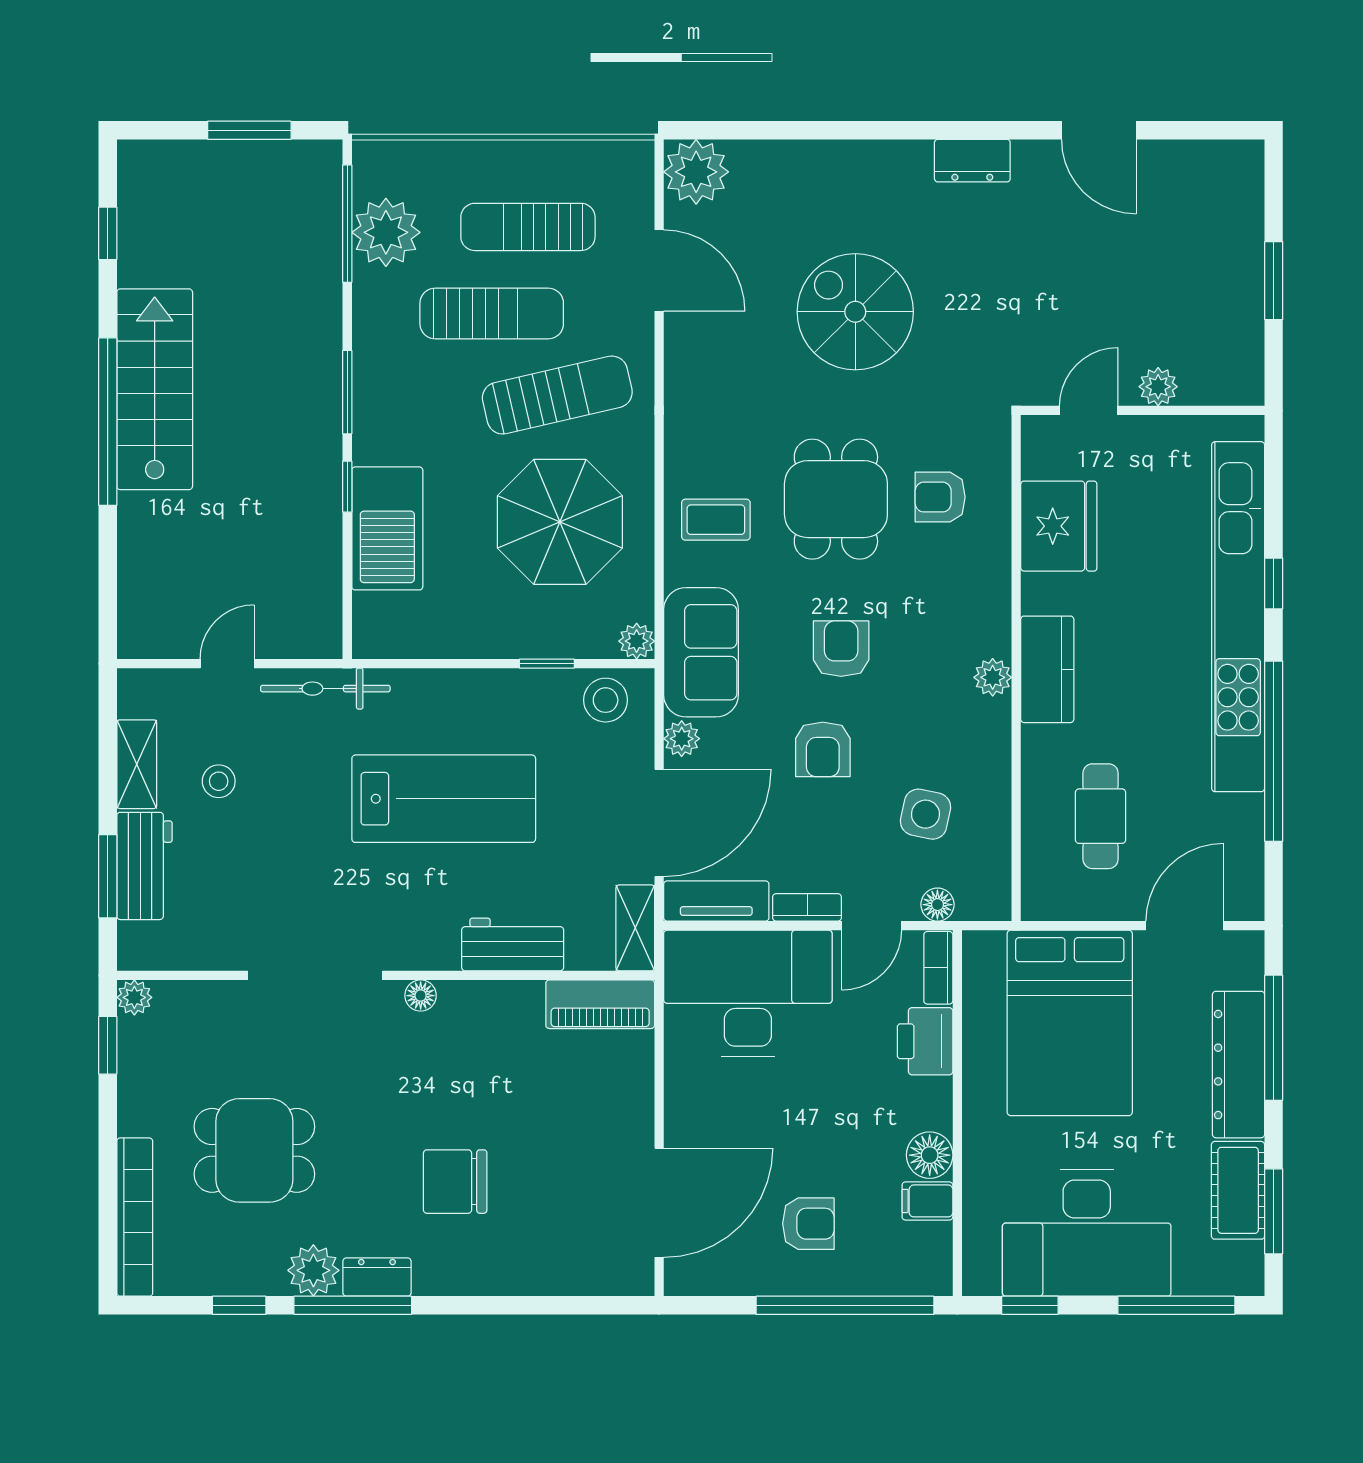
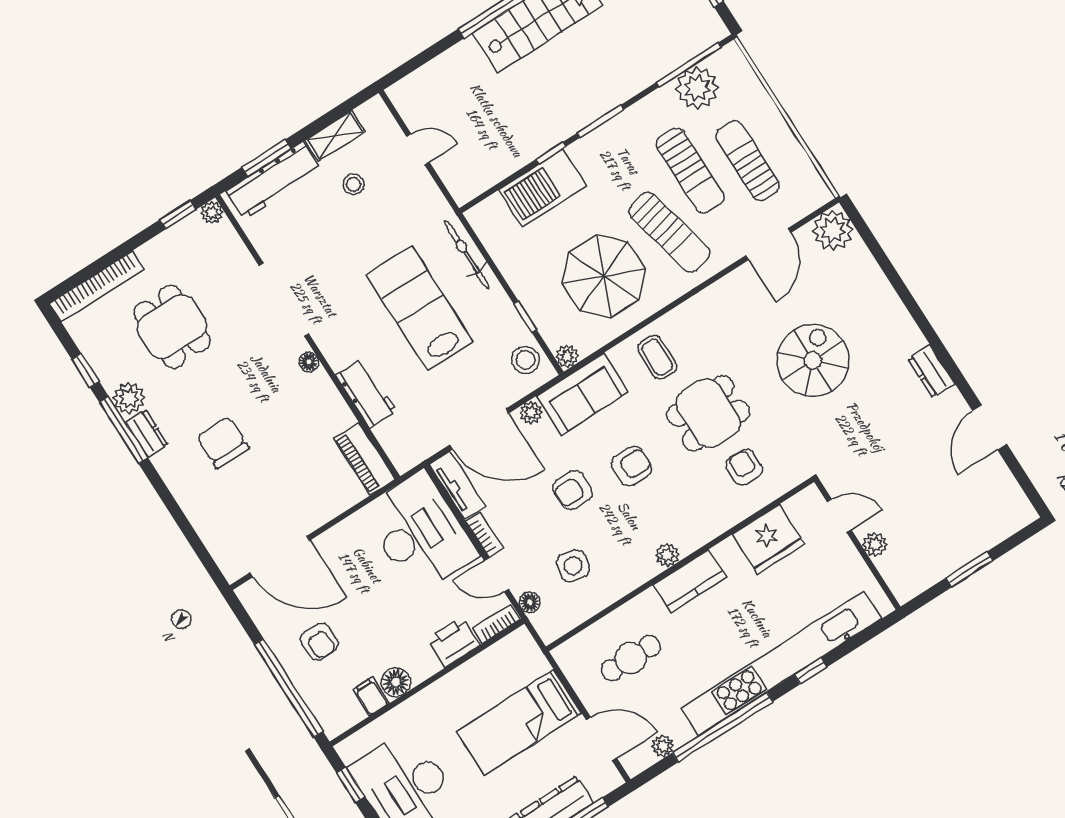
bicycle: (325, 689) -> (467, 254), moved
lab bench: (444, 799) -> (420, 308), turned 180
plant: (1247, 849) -> (663, 746), added
workbench: (144, 866) -> (274, 181), width x1.38
shelving: (635, 928) -> (416, 452), removed
bed: (1070, 1023) -> (519, 722), width x0.67

